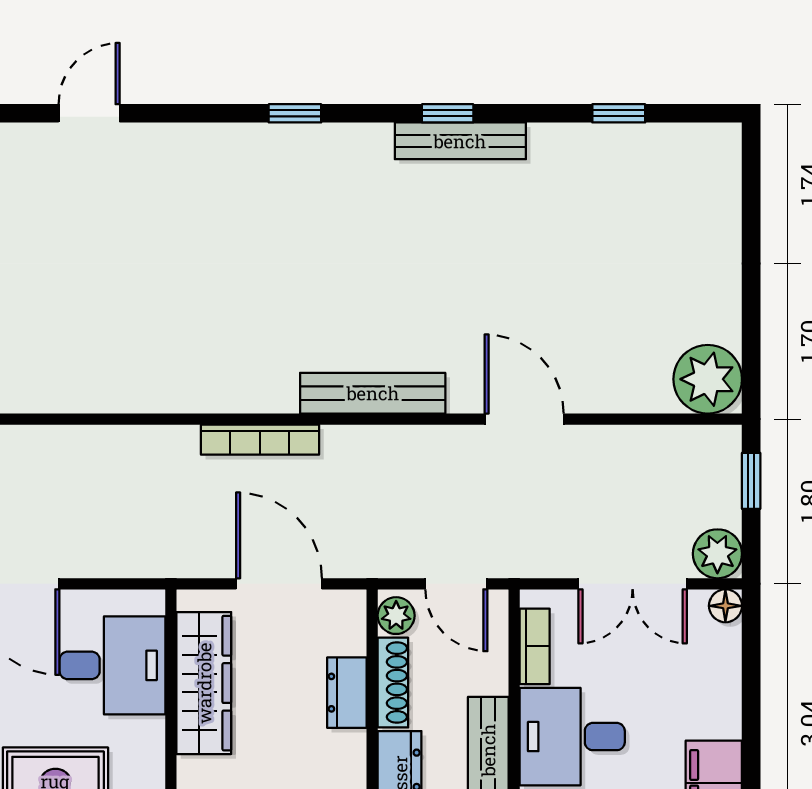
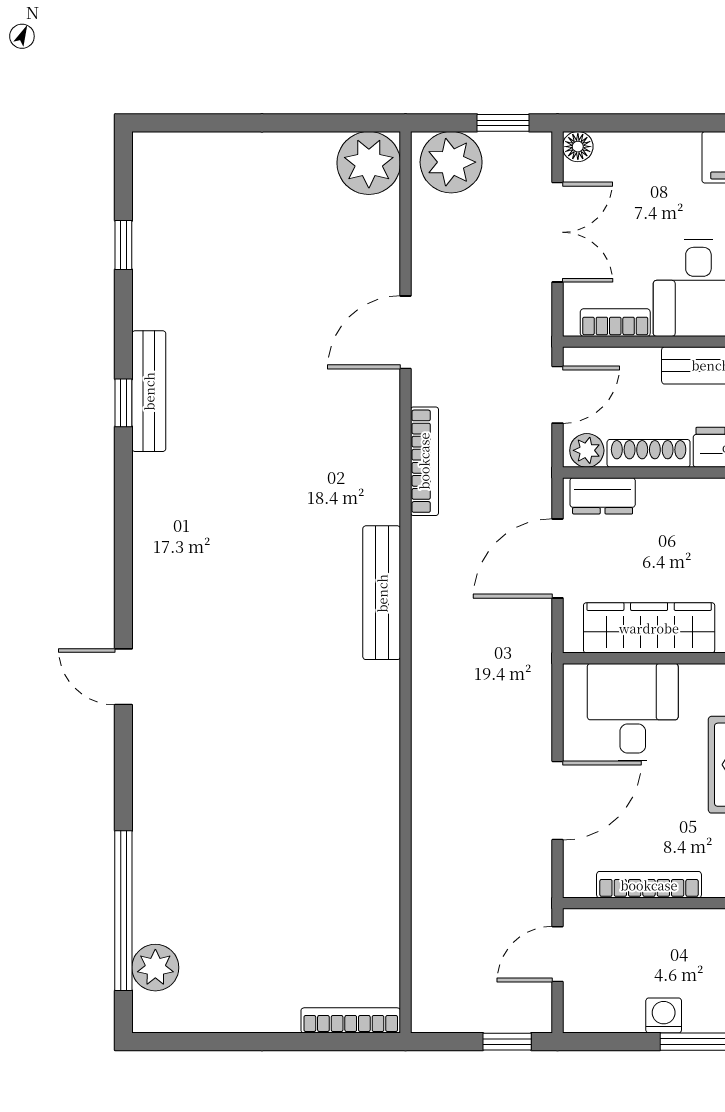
door: (89, 113) -> (123, 677), moved
window: (295, 113) -> (123, 544), removed
bench: (373, 393) -> (382, 593), moved
bookcase: (260, 440) -> (424, 461), moved
window: (751, 481) -> (503, 123), moved
plant: (717, 554) -> (451, 162), moved, width x1.36, depth x1.36
dresser: (347, 693) -> (603, 496), moved

